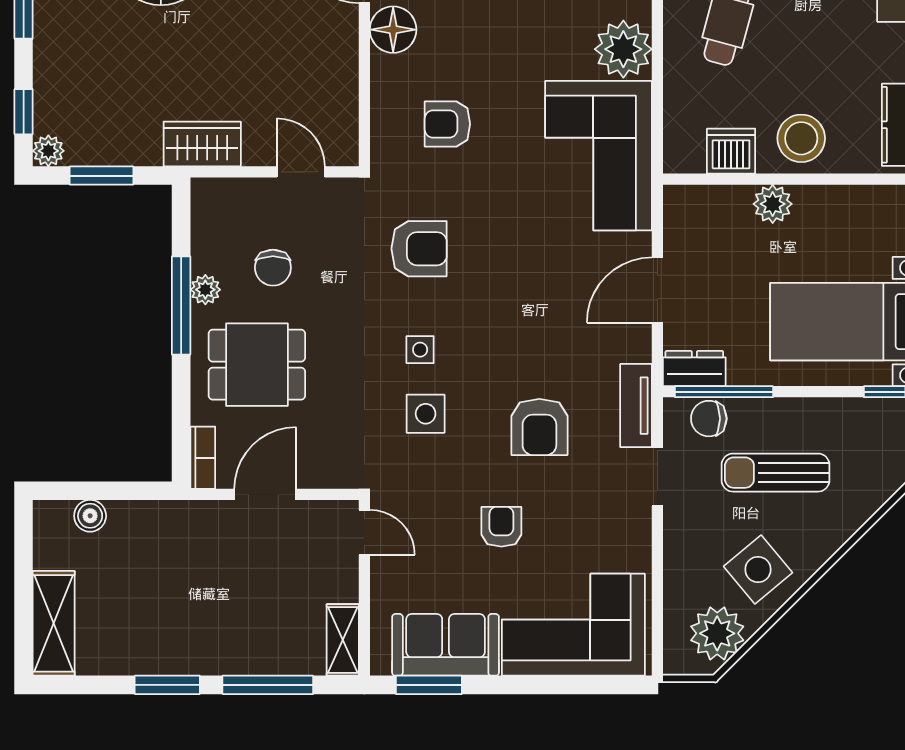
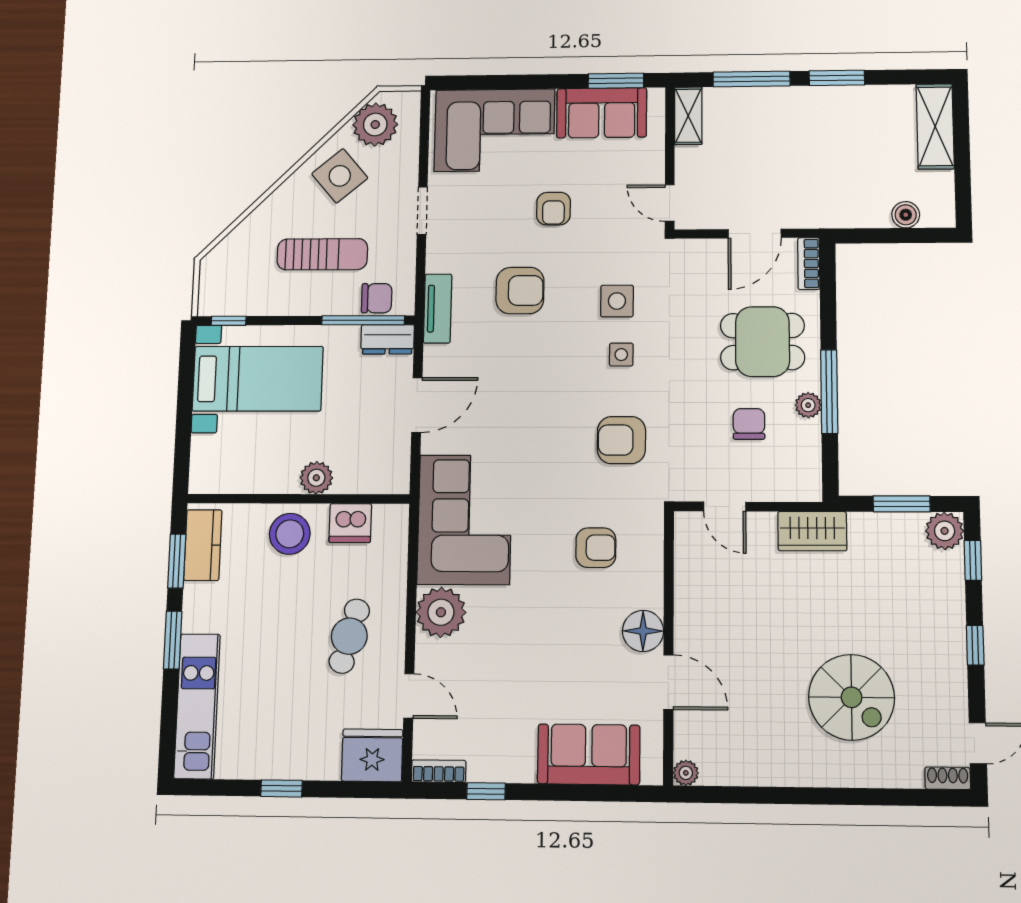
plant: (48, 151) -> (945, 531), width x1.38, depth x1.38
armchair: (539, 427) -> (520, 291), turned 90
doorway: (657, 477) -> (422, 211), moved

